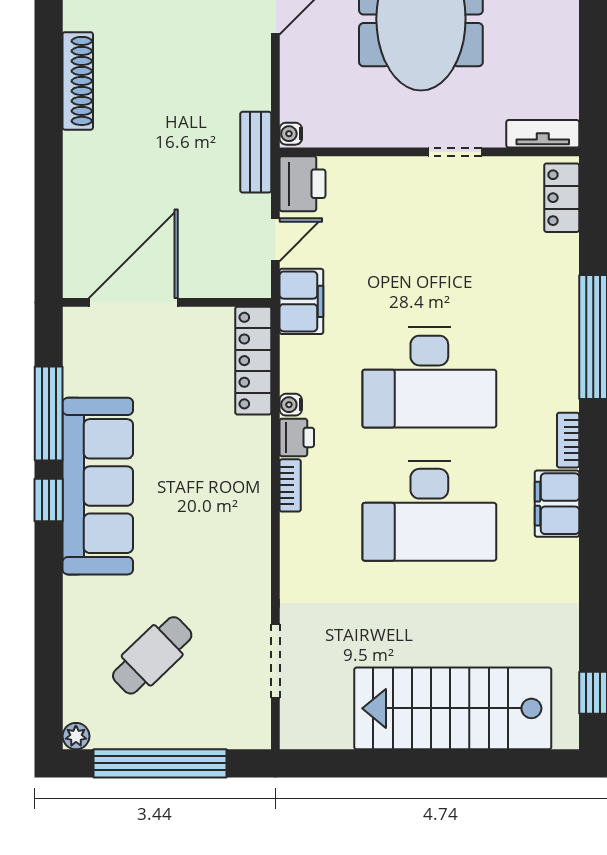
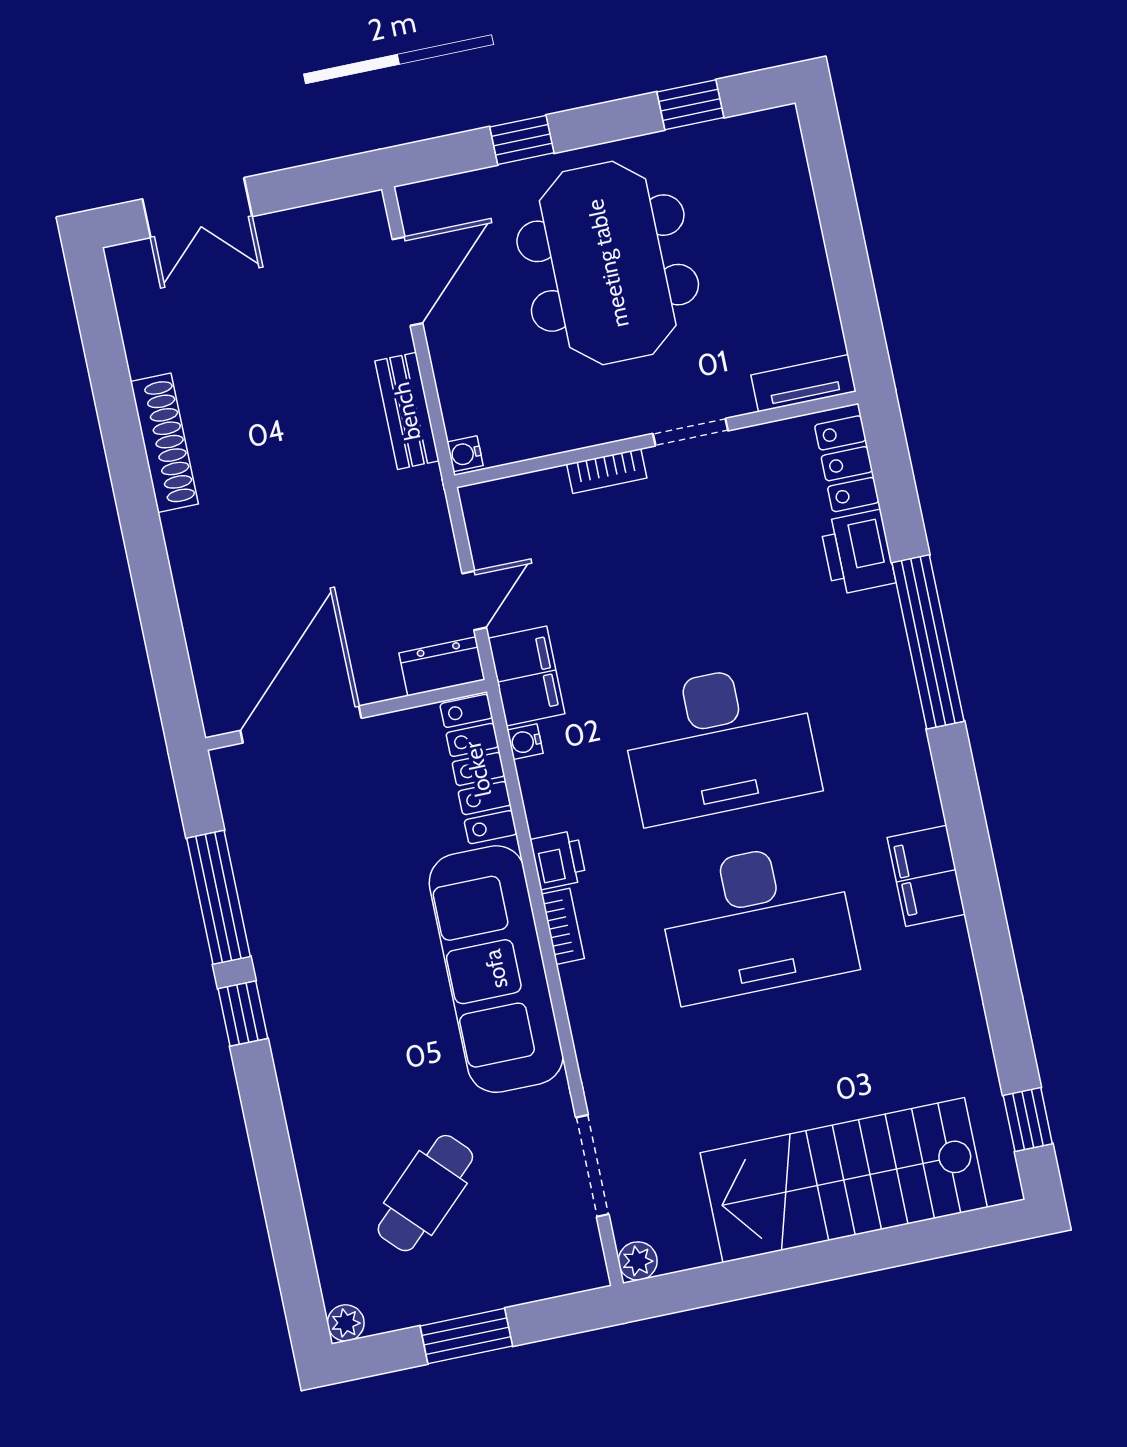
bench: (256, 152) -> (407, 411), moved
printer: (302, 184) -> (858, 552), moved, turned 180
dresser: (242, 282) -> (442, 666), added
water cooler: (291, 405) -> (525, 742), moved
bookcase: (568, 440) -> (607, 471), moved, turned -90
sofa: (98, 486) -> (496, 969), moved, turned 180
plant: (294, 735) -> (638, 1261), added
window: (160, 763) -> (466, 1336), width x0.47

